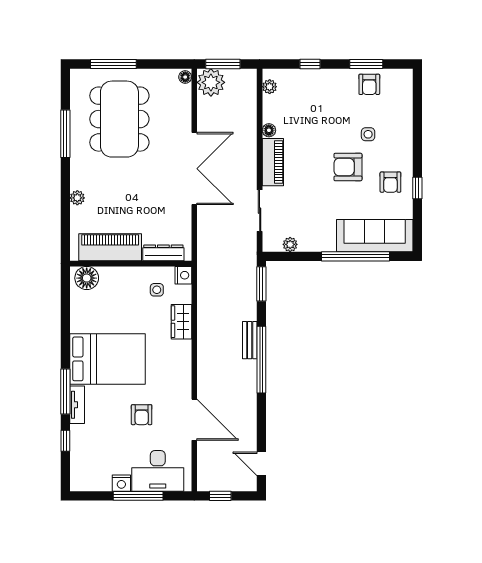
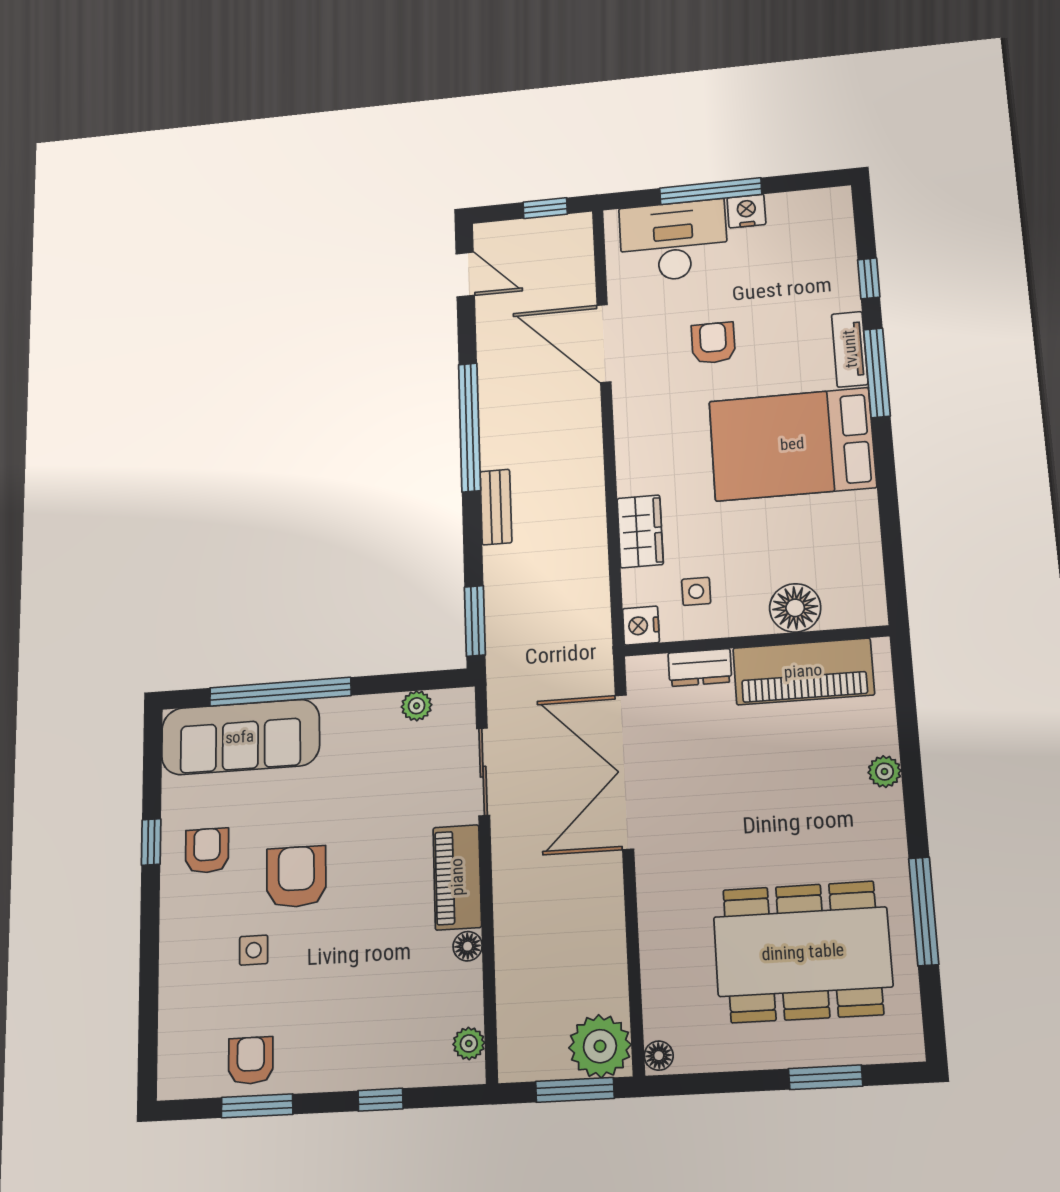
window: (113, 64) -> (826, 1077), width x0.69
dining table: (119, 119) -> (803, 952), turned 90
armchair: (348, 167) -> (296, 877), turned -90
double door: (194, 169) -> (624, 772), moved
dresser: (163, 253) -> (700, 668), width x0.70
floor lamp: (87, 278) -> (795, 608), moved
window: (261, 360) -> (469, 427), moved

